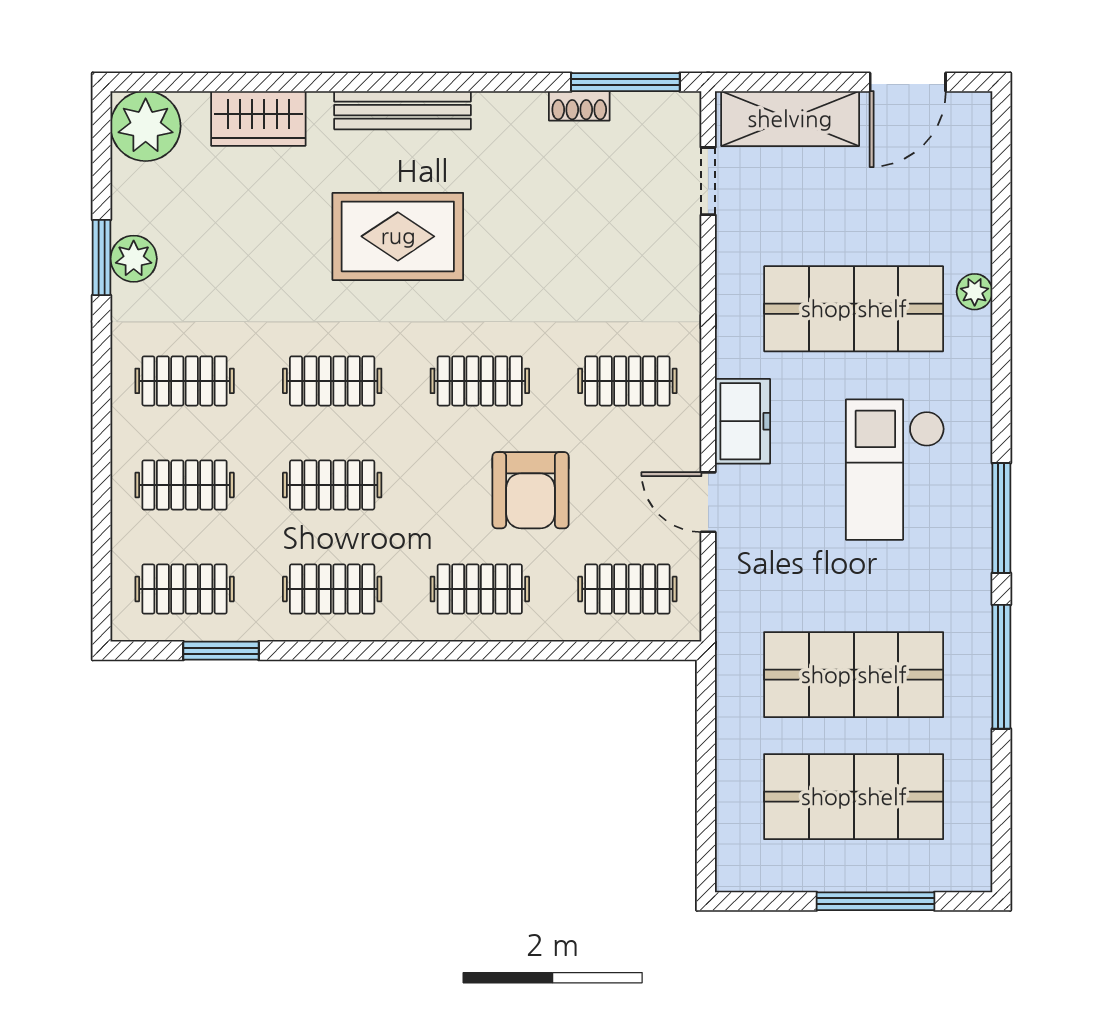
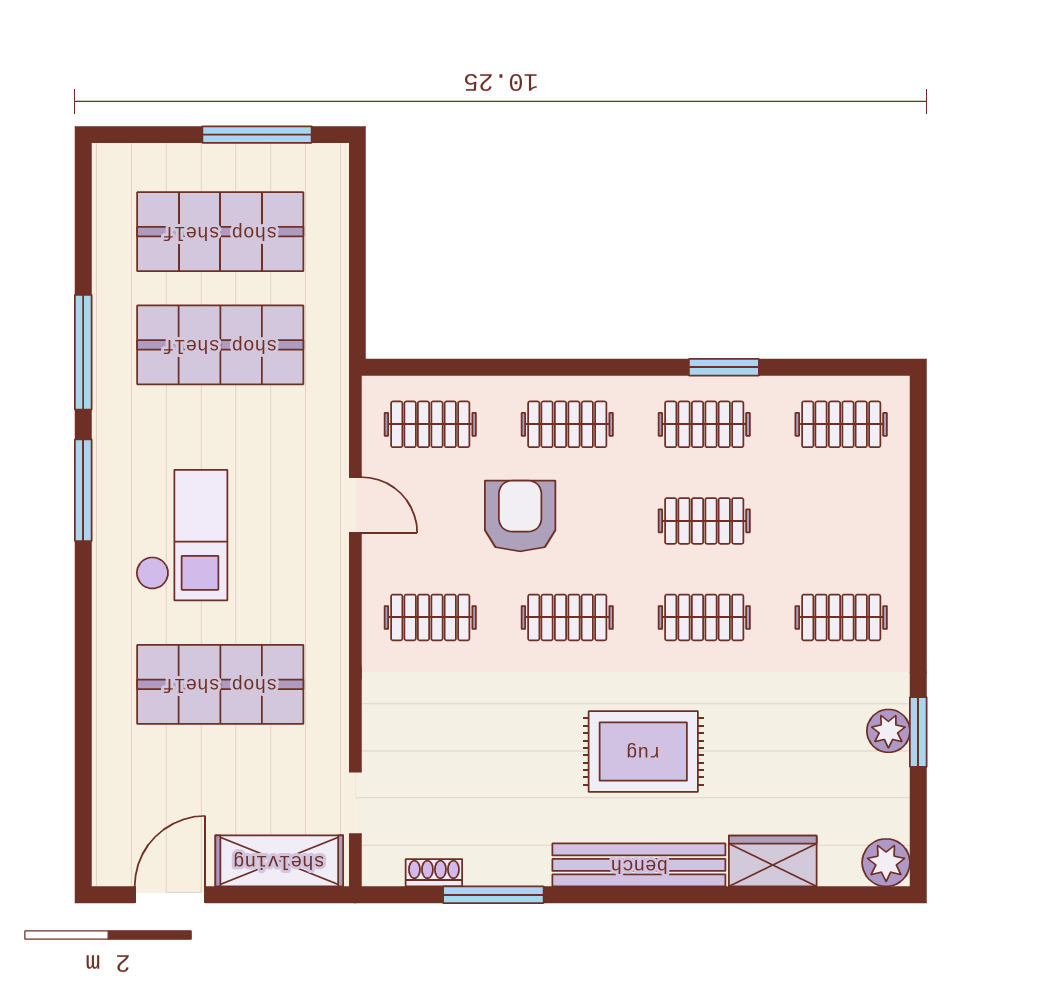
window: (625, 82) -> (493, 895), moved
shoe rack: (579, 106) -> (434, 873), moved
bench: (403, 110) -> (639, 865), width x1.37, depth x1.21
plant: (146, 126) -> (886, 863), width x0.73, depth x0.73
plant: (975, 292) -> (108, 700), removed
freezer: (742, 421) -> (323, 580), removed
clothes rail: (185, 485) -> (841, 521), removed
window: (221, 651) -> (724, 367), moved
window: (875, 901) -> (257, 135), moved

